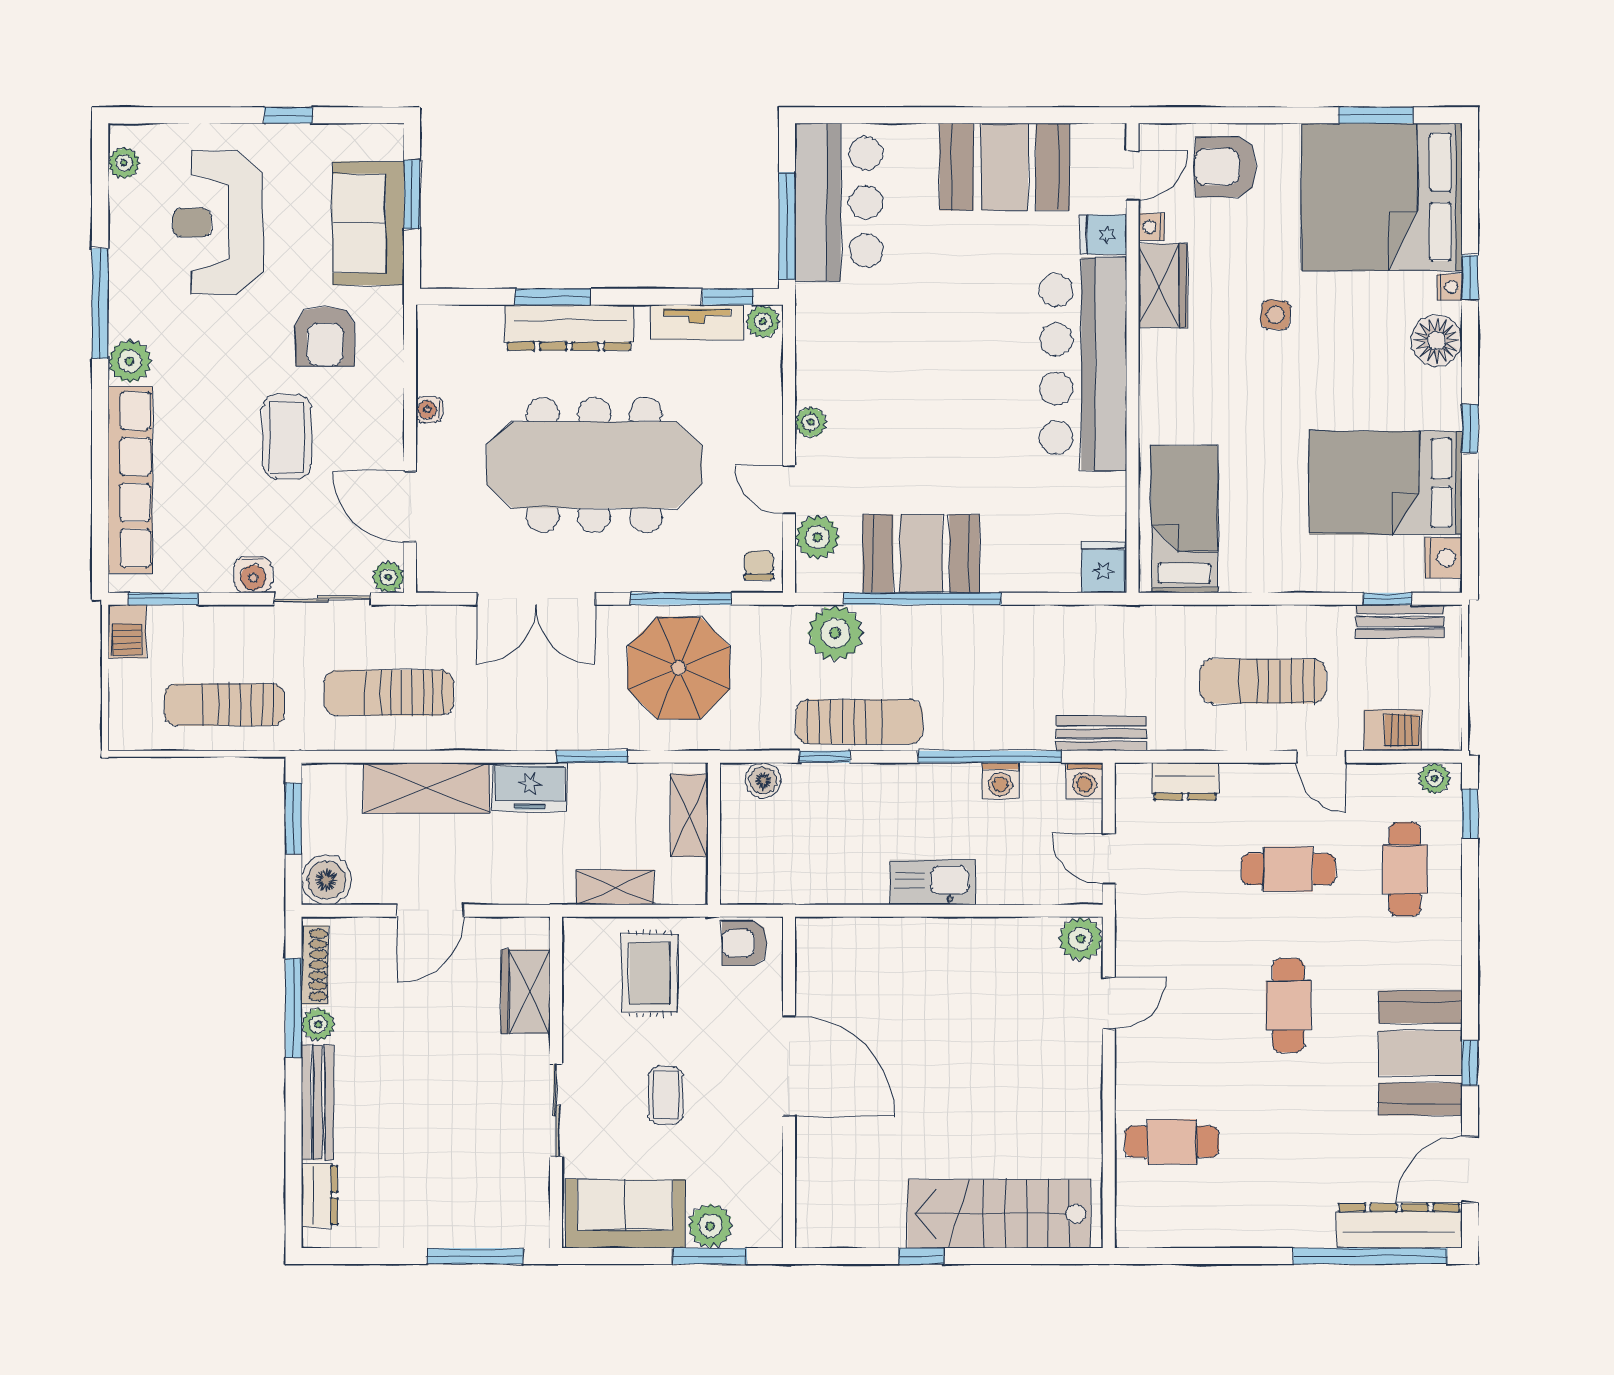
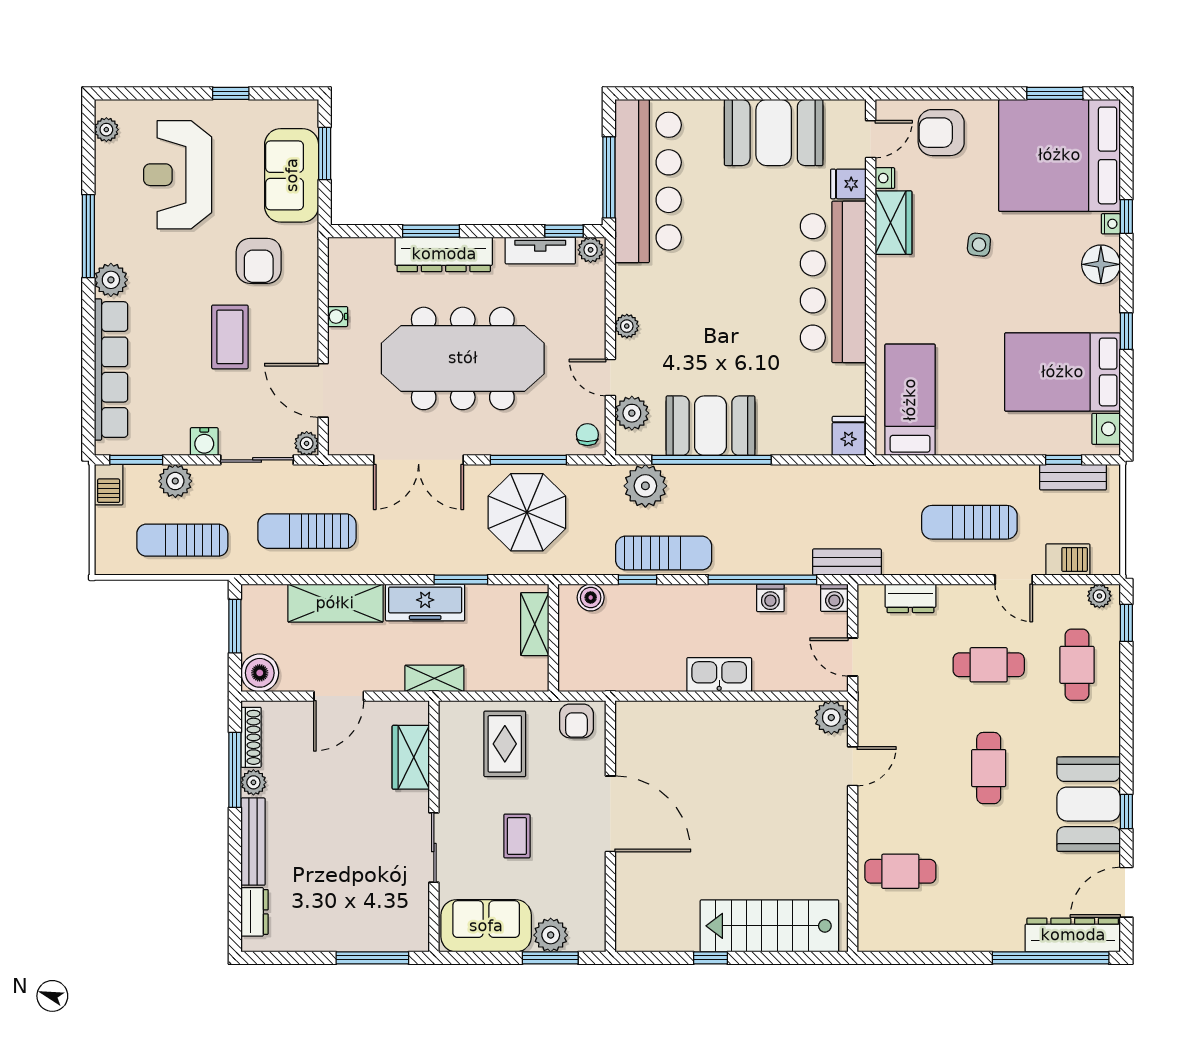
bar counter: (839, 202) -> (648, 181), width x1.36
plant: (215, 627) -> (175, 481), added
freezer: (530, 787) -> (425, 602), width x1.40
shelving: (615, 887) -> (434, 678), moved
armchair: (744, 943) -> (576, 721), turned -90

